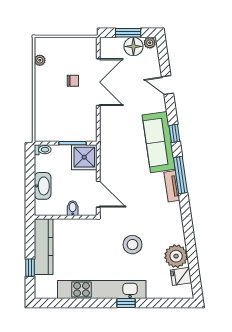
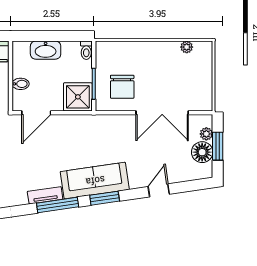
plant: (150, 43) -> (206, 134), moved
chair: (73, 81) -> (122, 87), moved, width x1.87, depth x1.87
window: (174, 133) -> (105, 198), width x1.50

